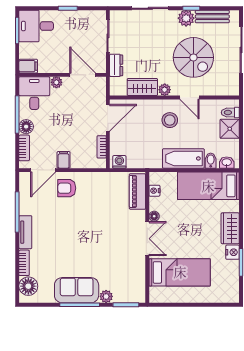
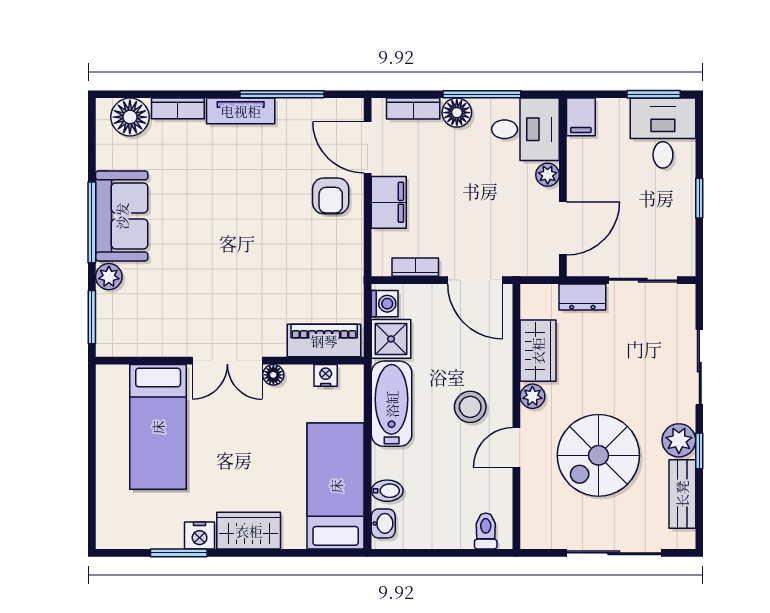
shower: (230, 129) -> (391, 339), moved
bathtub: (183, 158) -> (392, 404), moved
filing cabinet: (64, 160) -> (389, 202), width x2.00
armchair: (67, 188) -> (331, 196), turned 180

